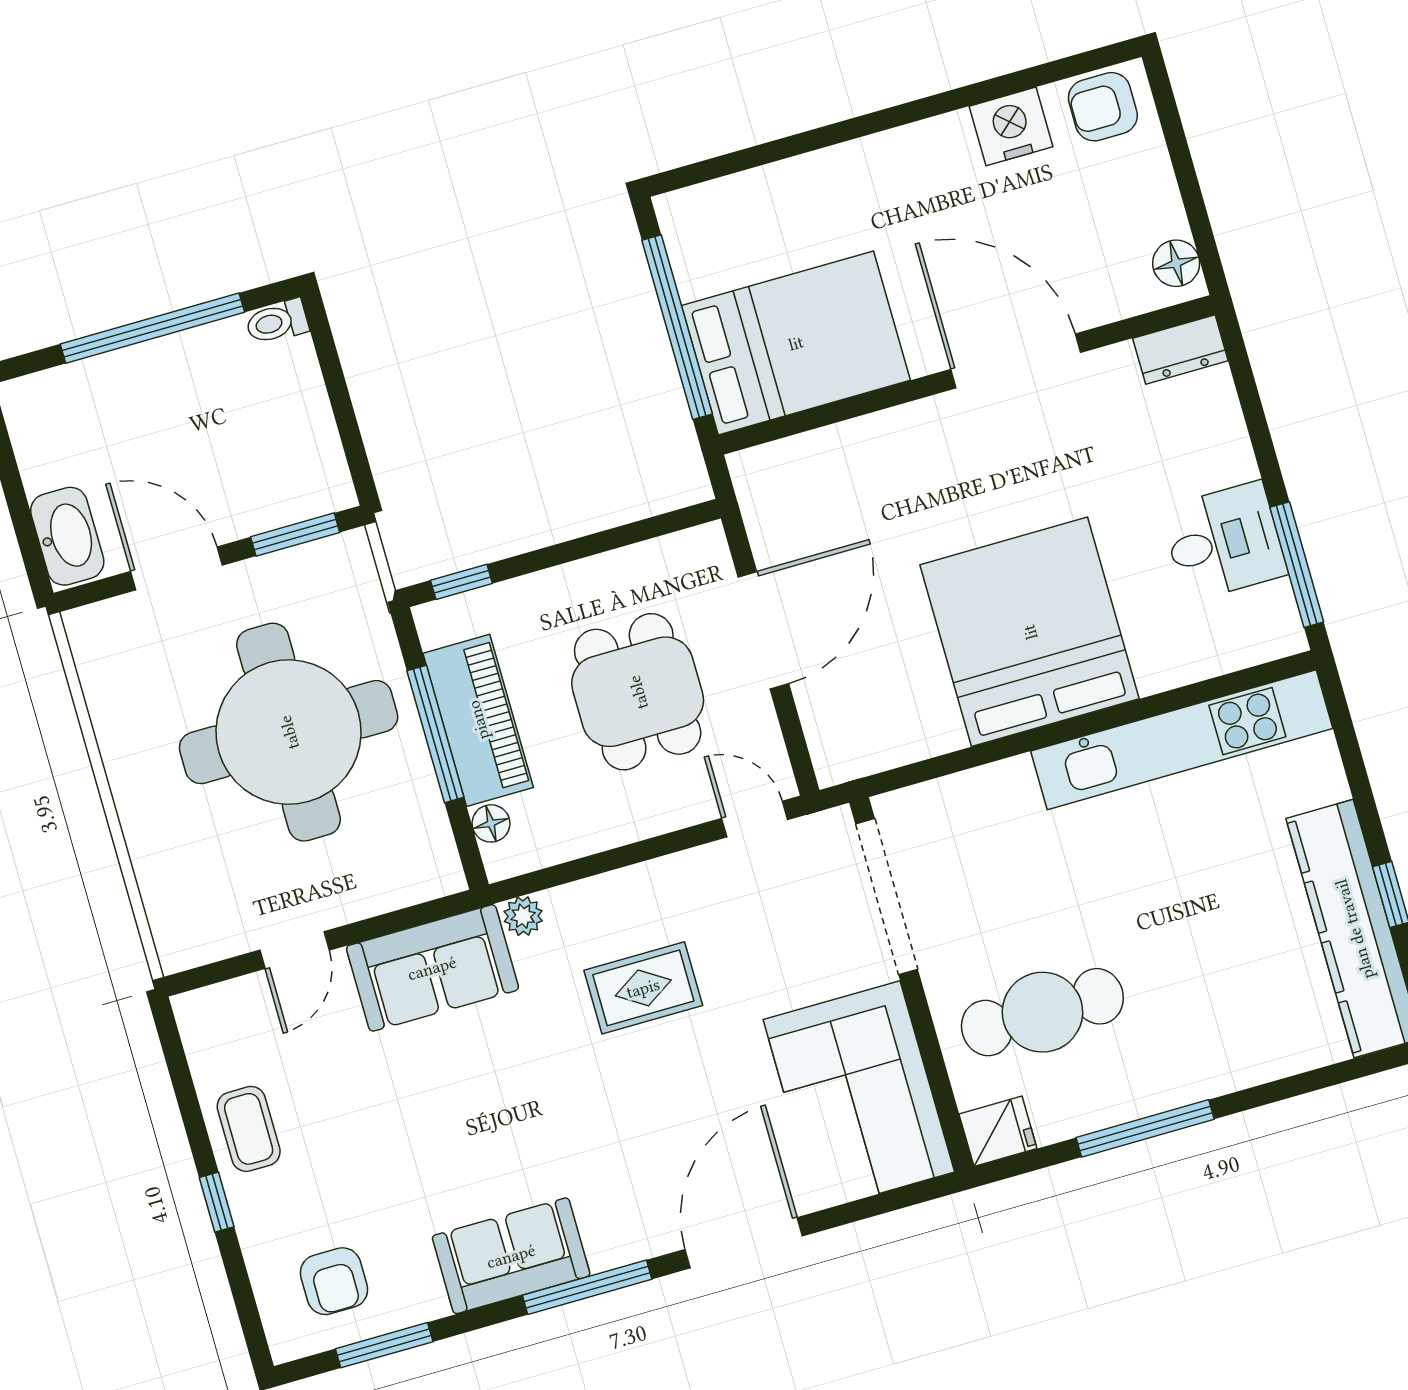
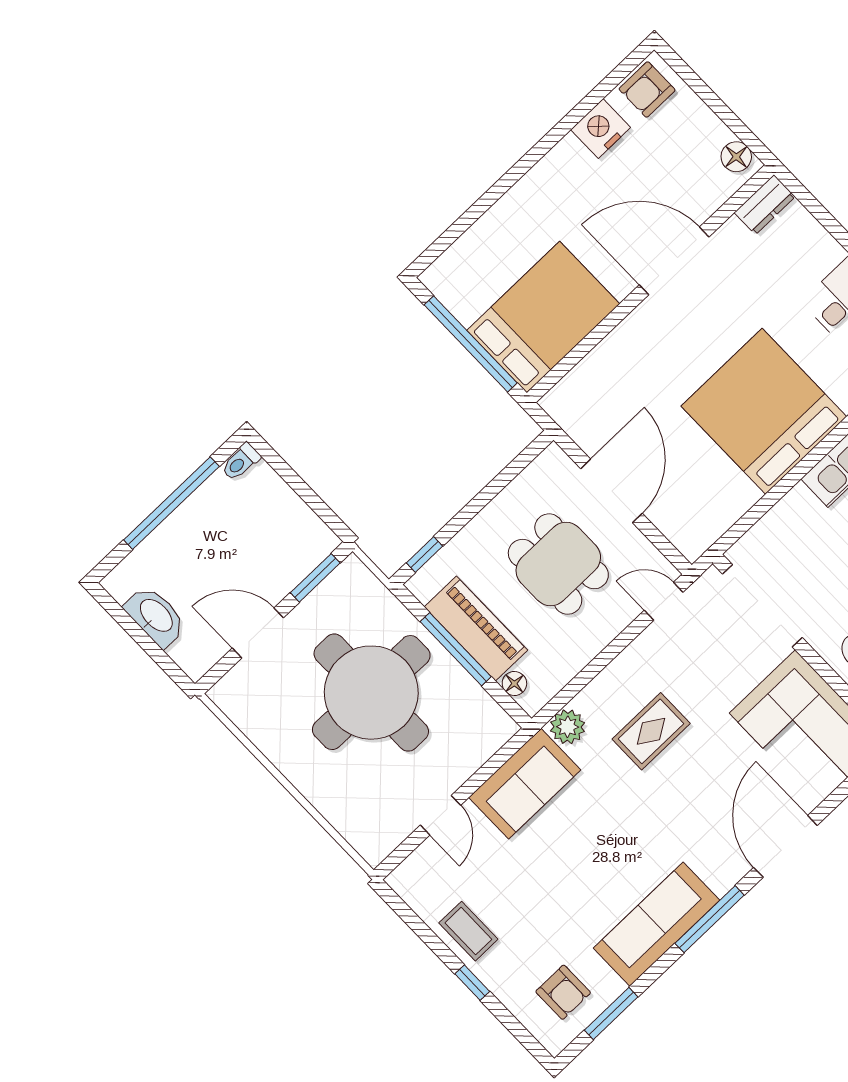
washbasin: (67, 536) -> (156, 616), moved
plant: (523, 916) -> (568, 727), width x1.38, depth x1.38
sofa: (511, 1256) -> (657, 924), width x1.36

